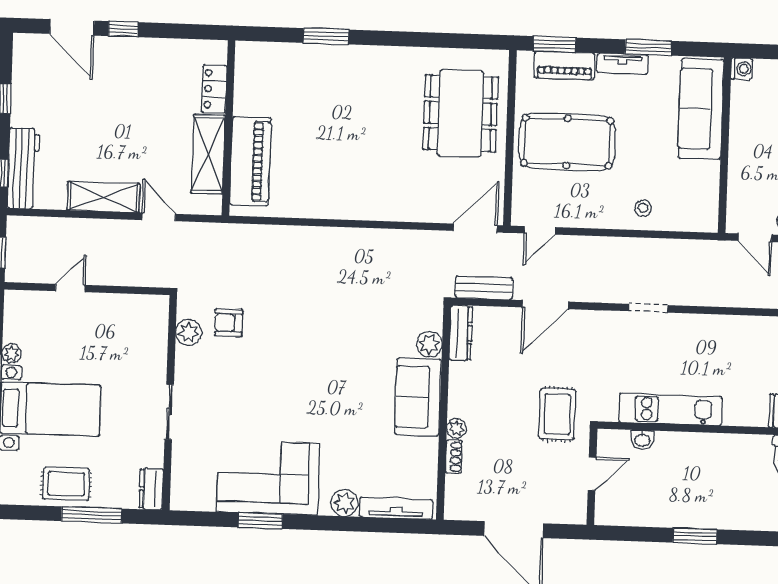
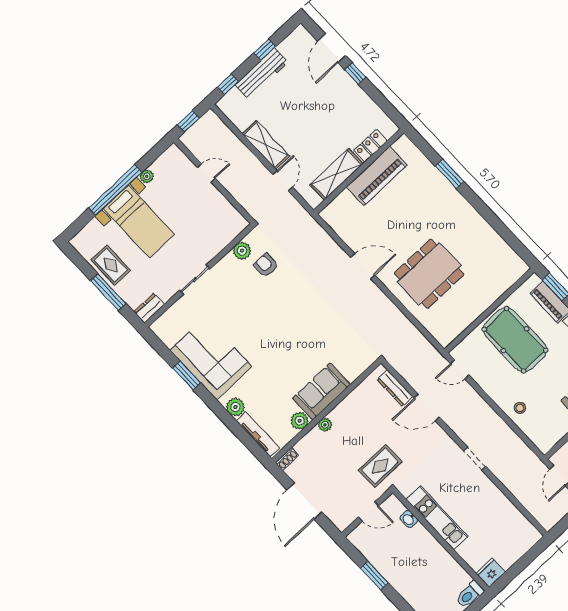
dining table: (460, 113) -> (429, 274), moved
piano: (250, 161) -> (377, 176), moved
workbench: (23, 168) -> (261, 74), moved
door: (475, 228) -> (363, 266), moved
bench: (484, 288) -> (405, 370), removed
dresser: (461, 333) -> (395, 388), moved, turned 90
plant: (429, 344) -> (300, 421), moved
shoe rack: (454, 457) -> (287, 459), moved
window: (695, 536) -> (374, 575), moved

